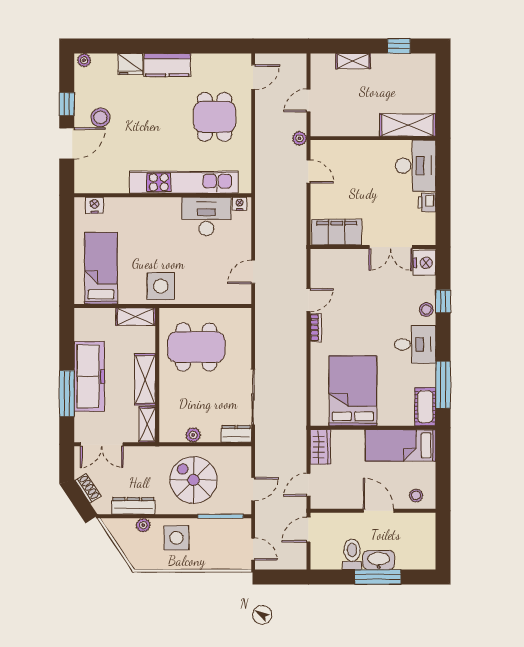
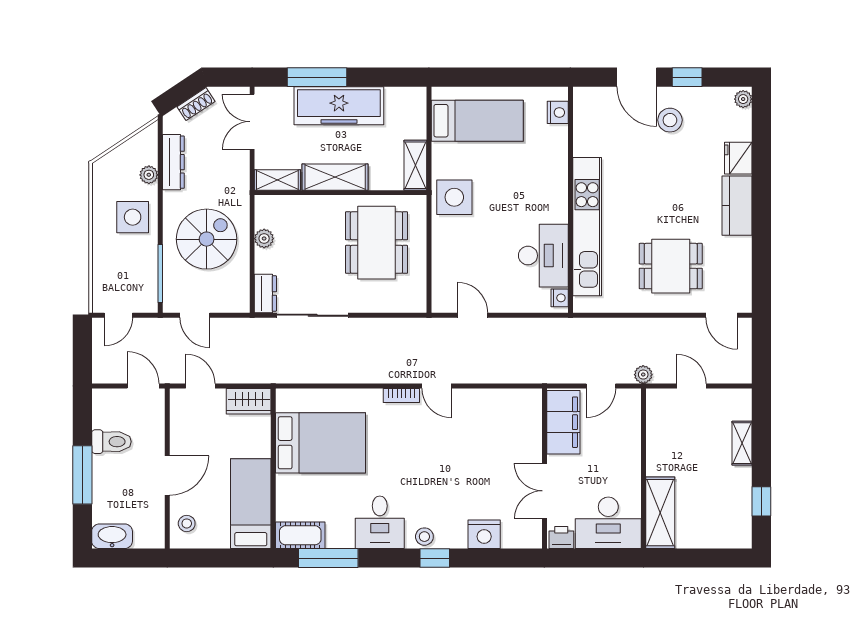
filing cabinet: (337, 232) -> (563, 422), moved
wall: (373, 247) -> (544, 468), moved
double door: (390, 247) -> (544, 491), moved
washbasin: (379, 560) -> (112, 536), moved, turned -90

